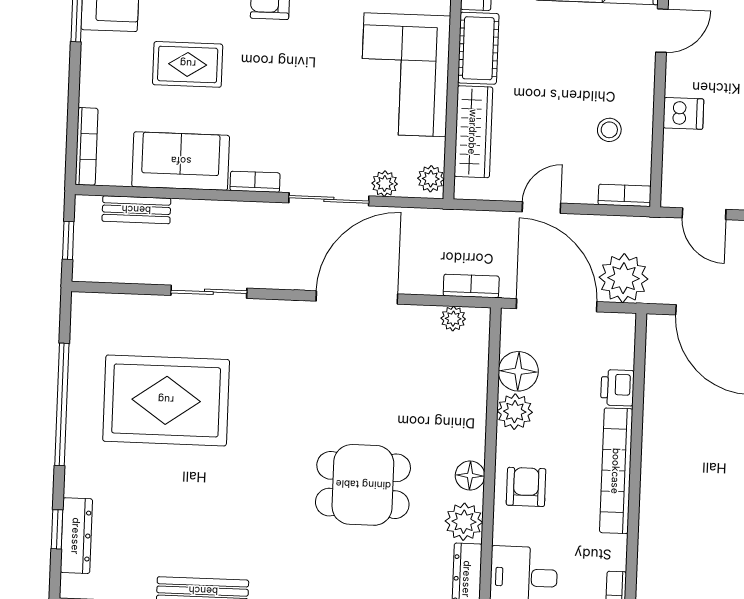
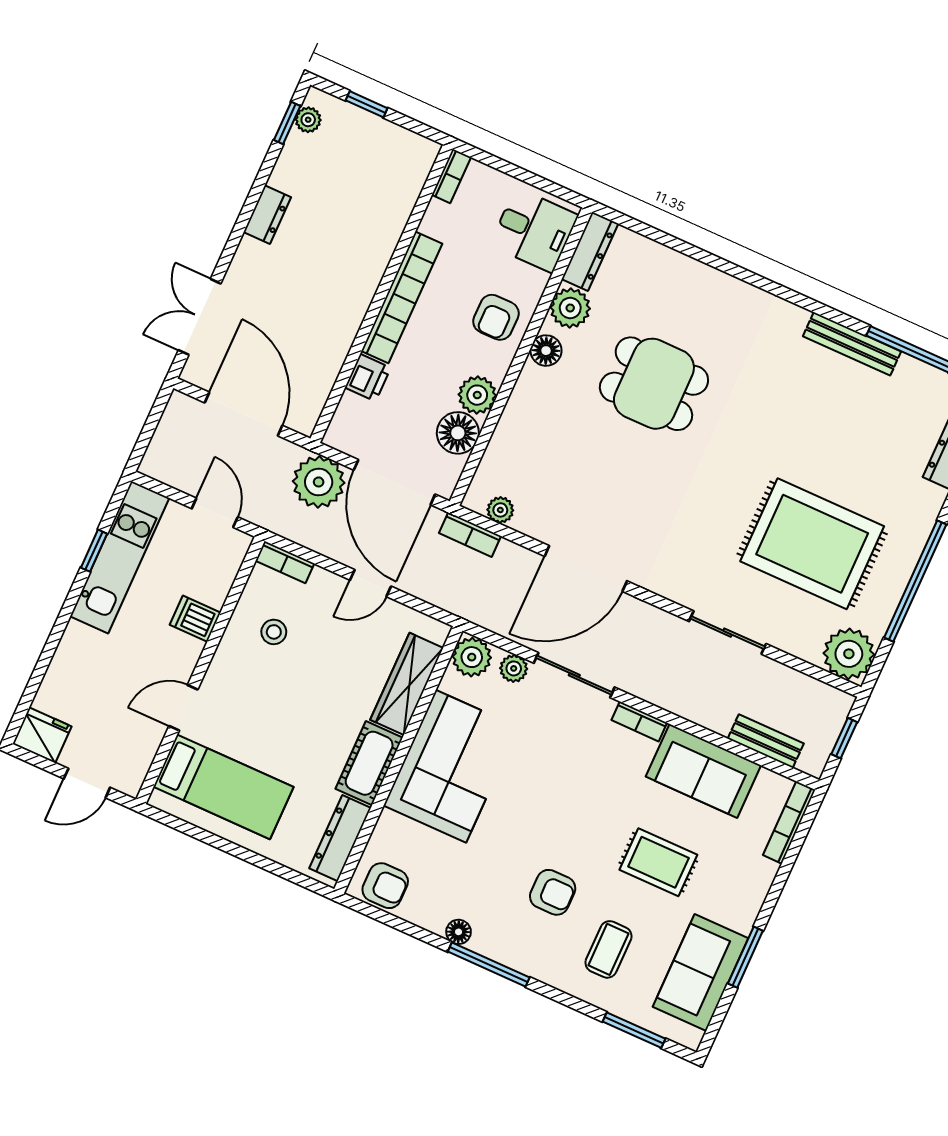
plant: (431, 179) -> (472, 657), width x1.38, depth x1.38
plant: (94, 316) -> (849, 654), added

